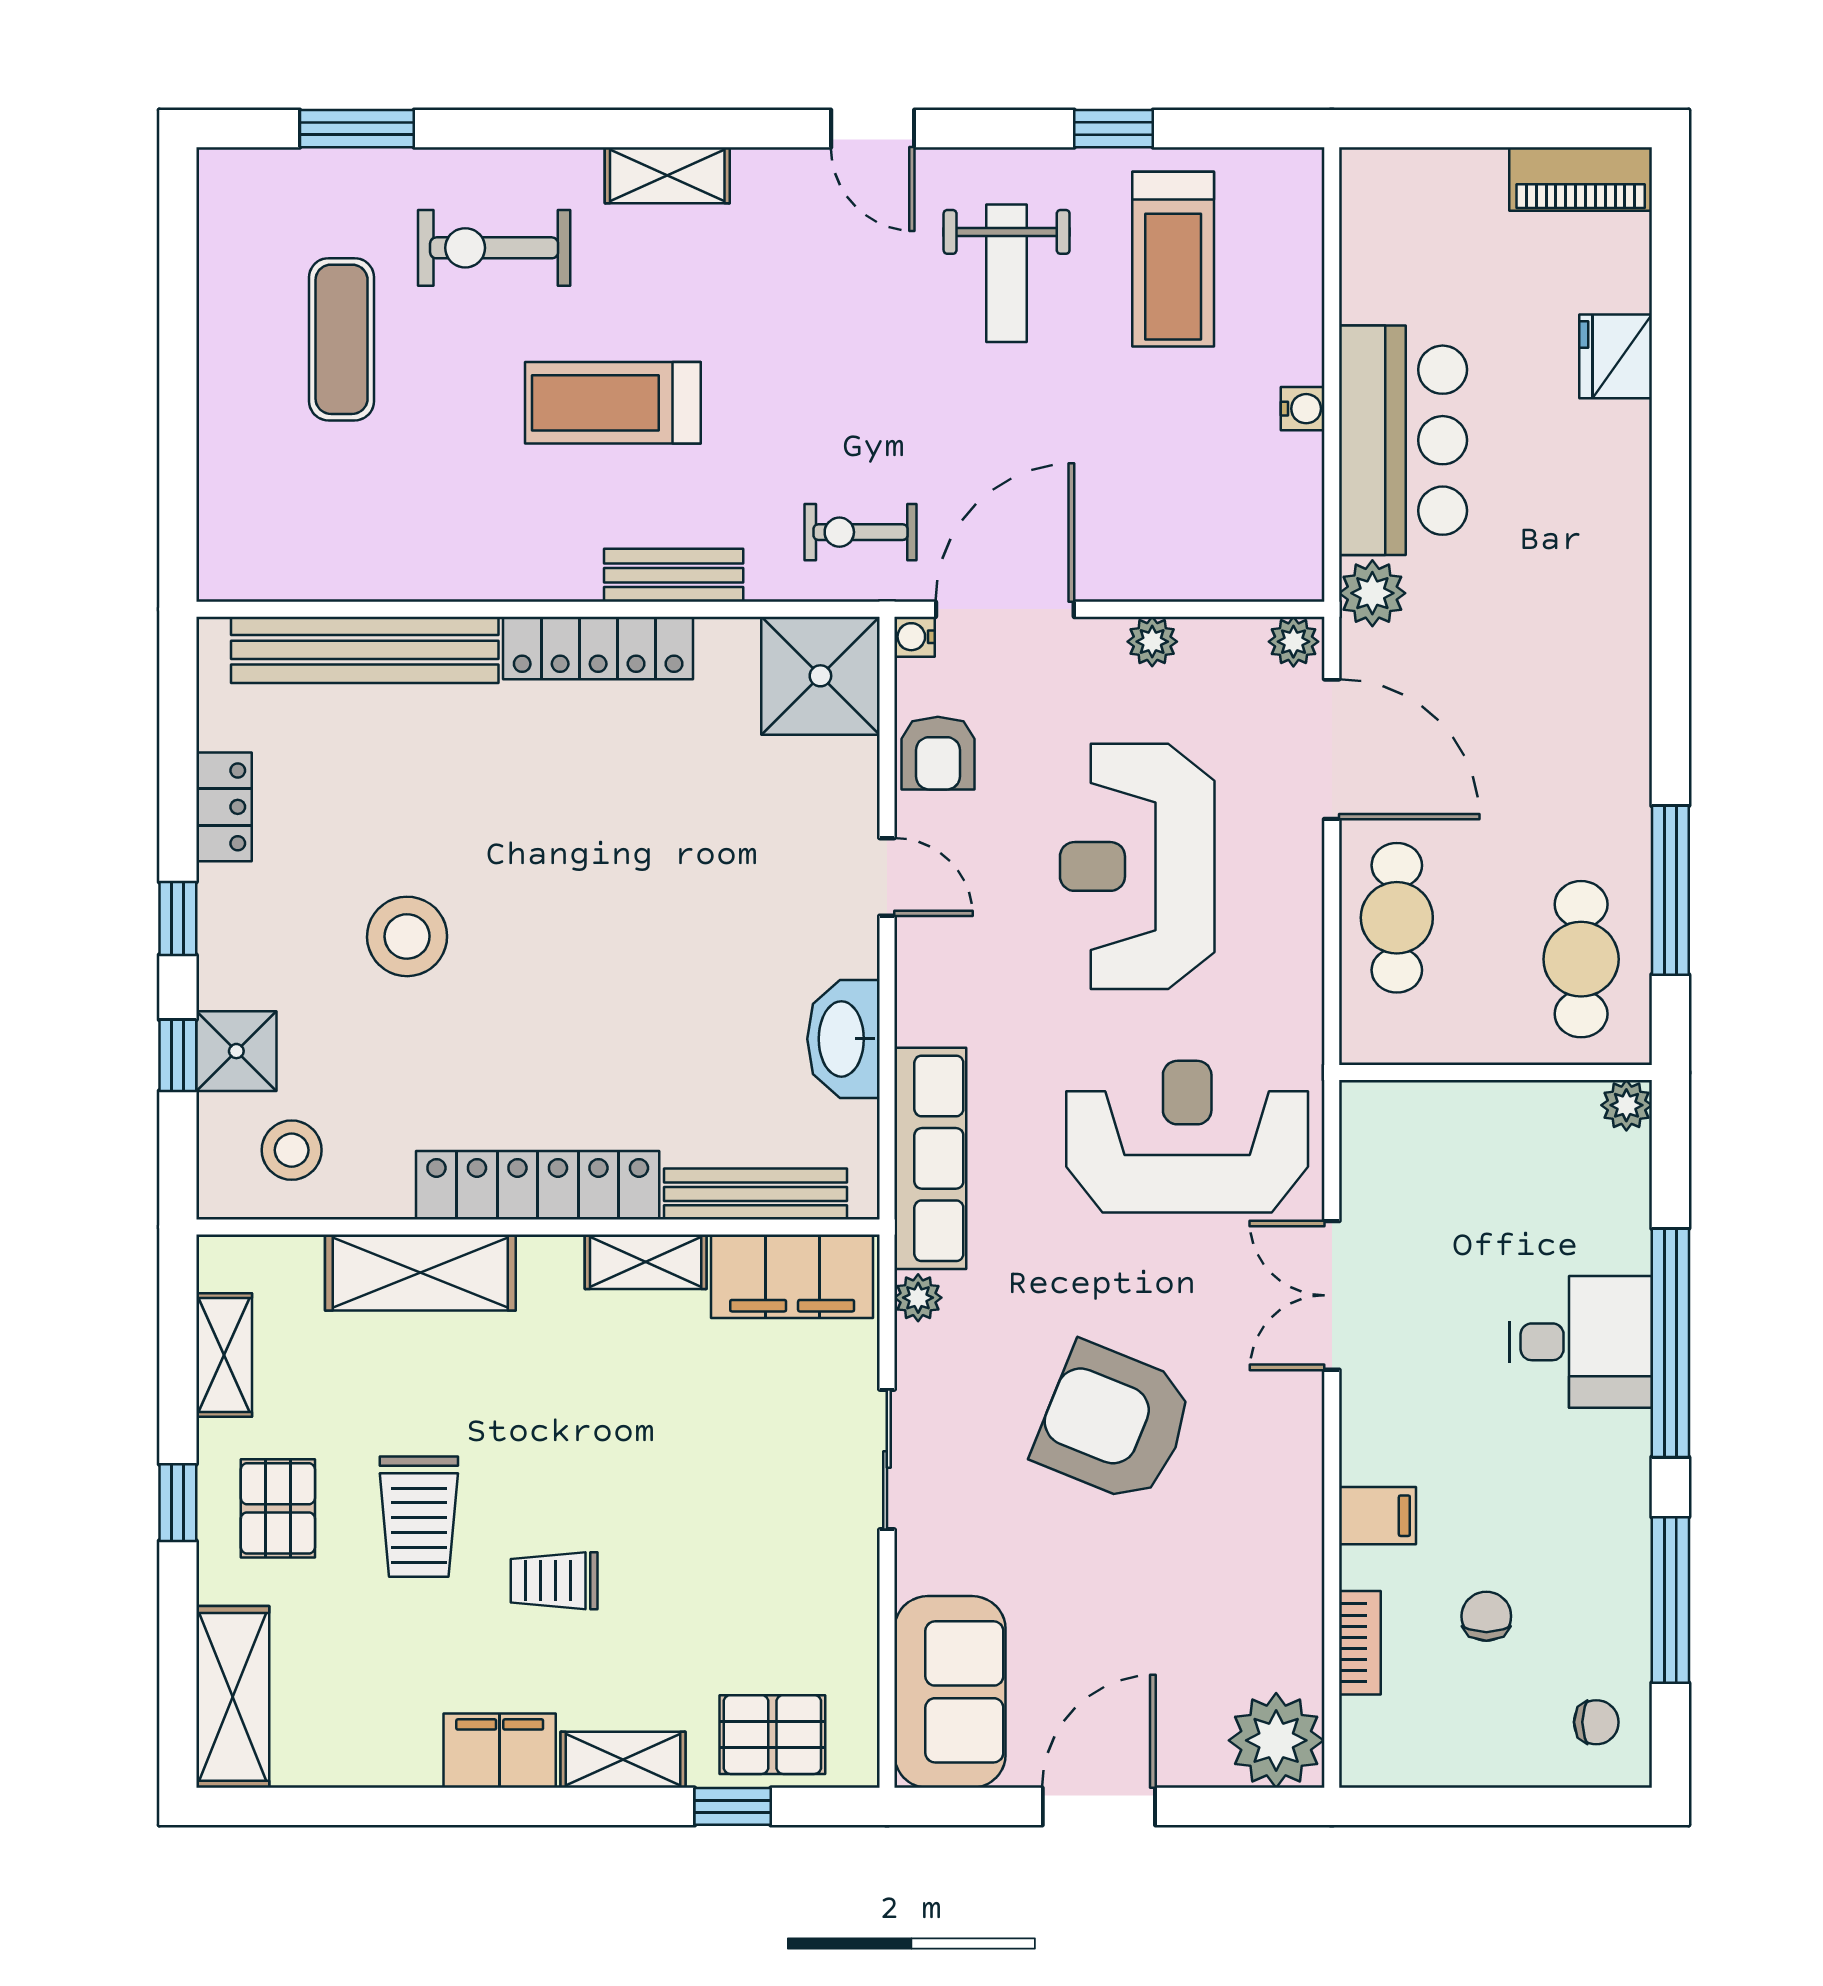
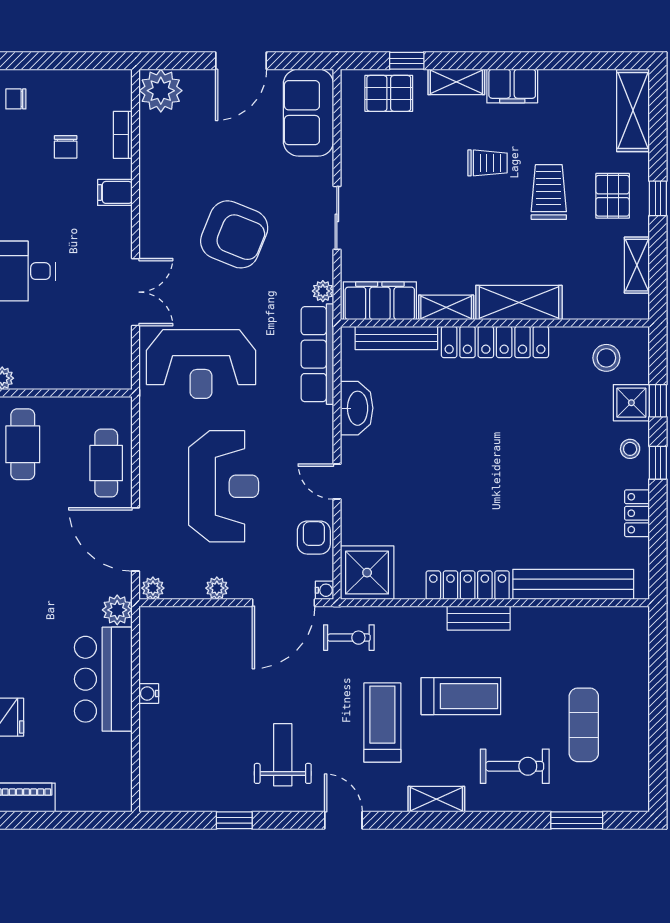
treadmill: (1173, 259) -> (382, 723), moved
bench: (674, 575) -> (479, 618), moved
stool: (407, 936) -> (630, 449), moved, width x0.53, depth x0.53
shelving: (420, 1272) -> (519, 303), moved

